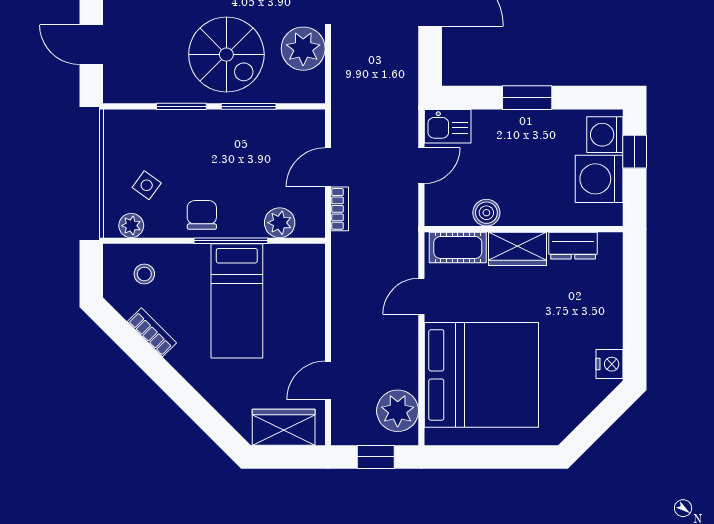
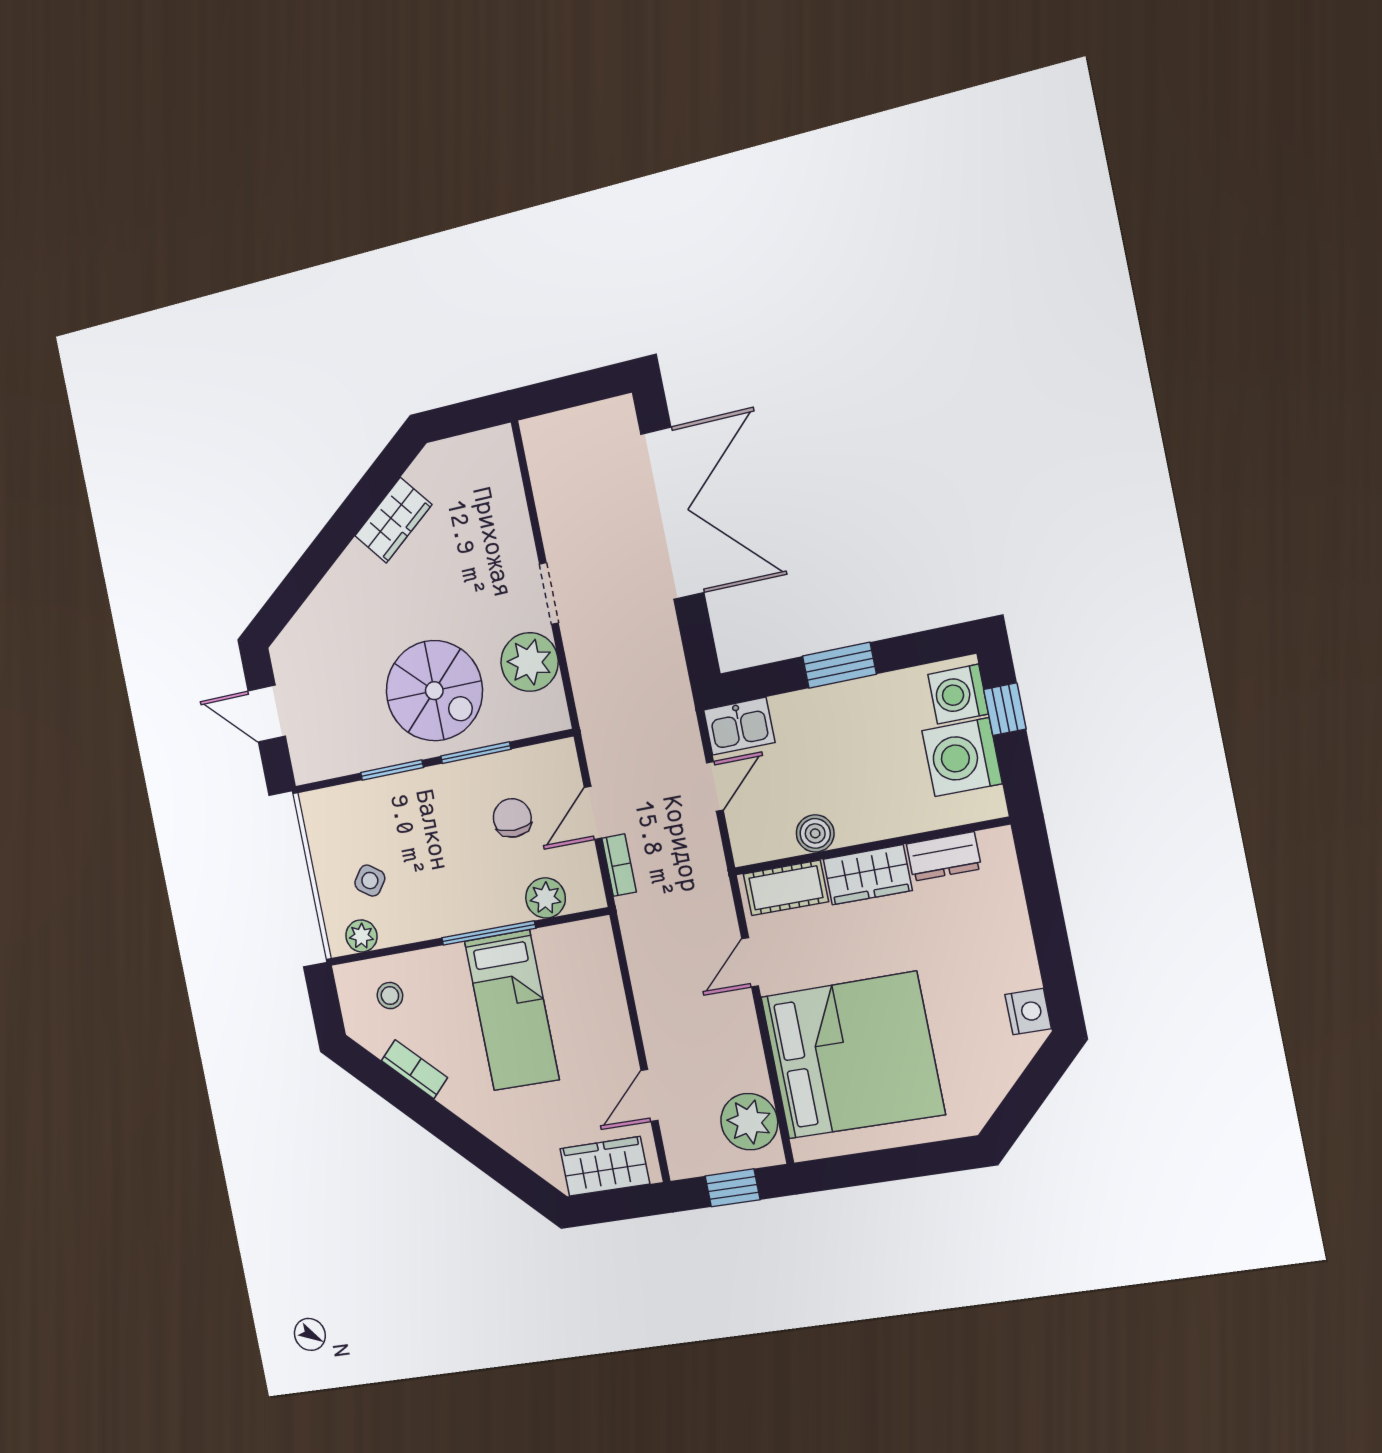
chair: (202, 215) -> (512, 818), moved

